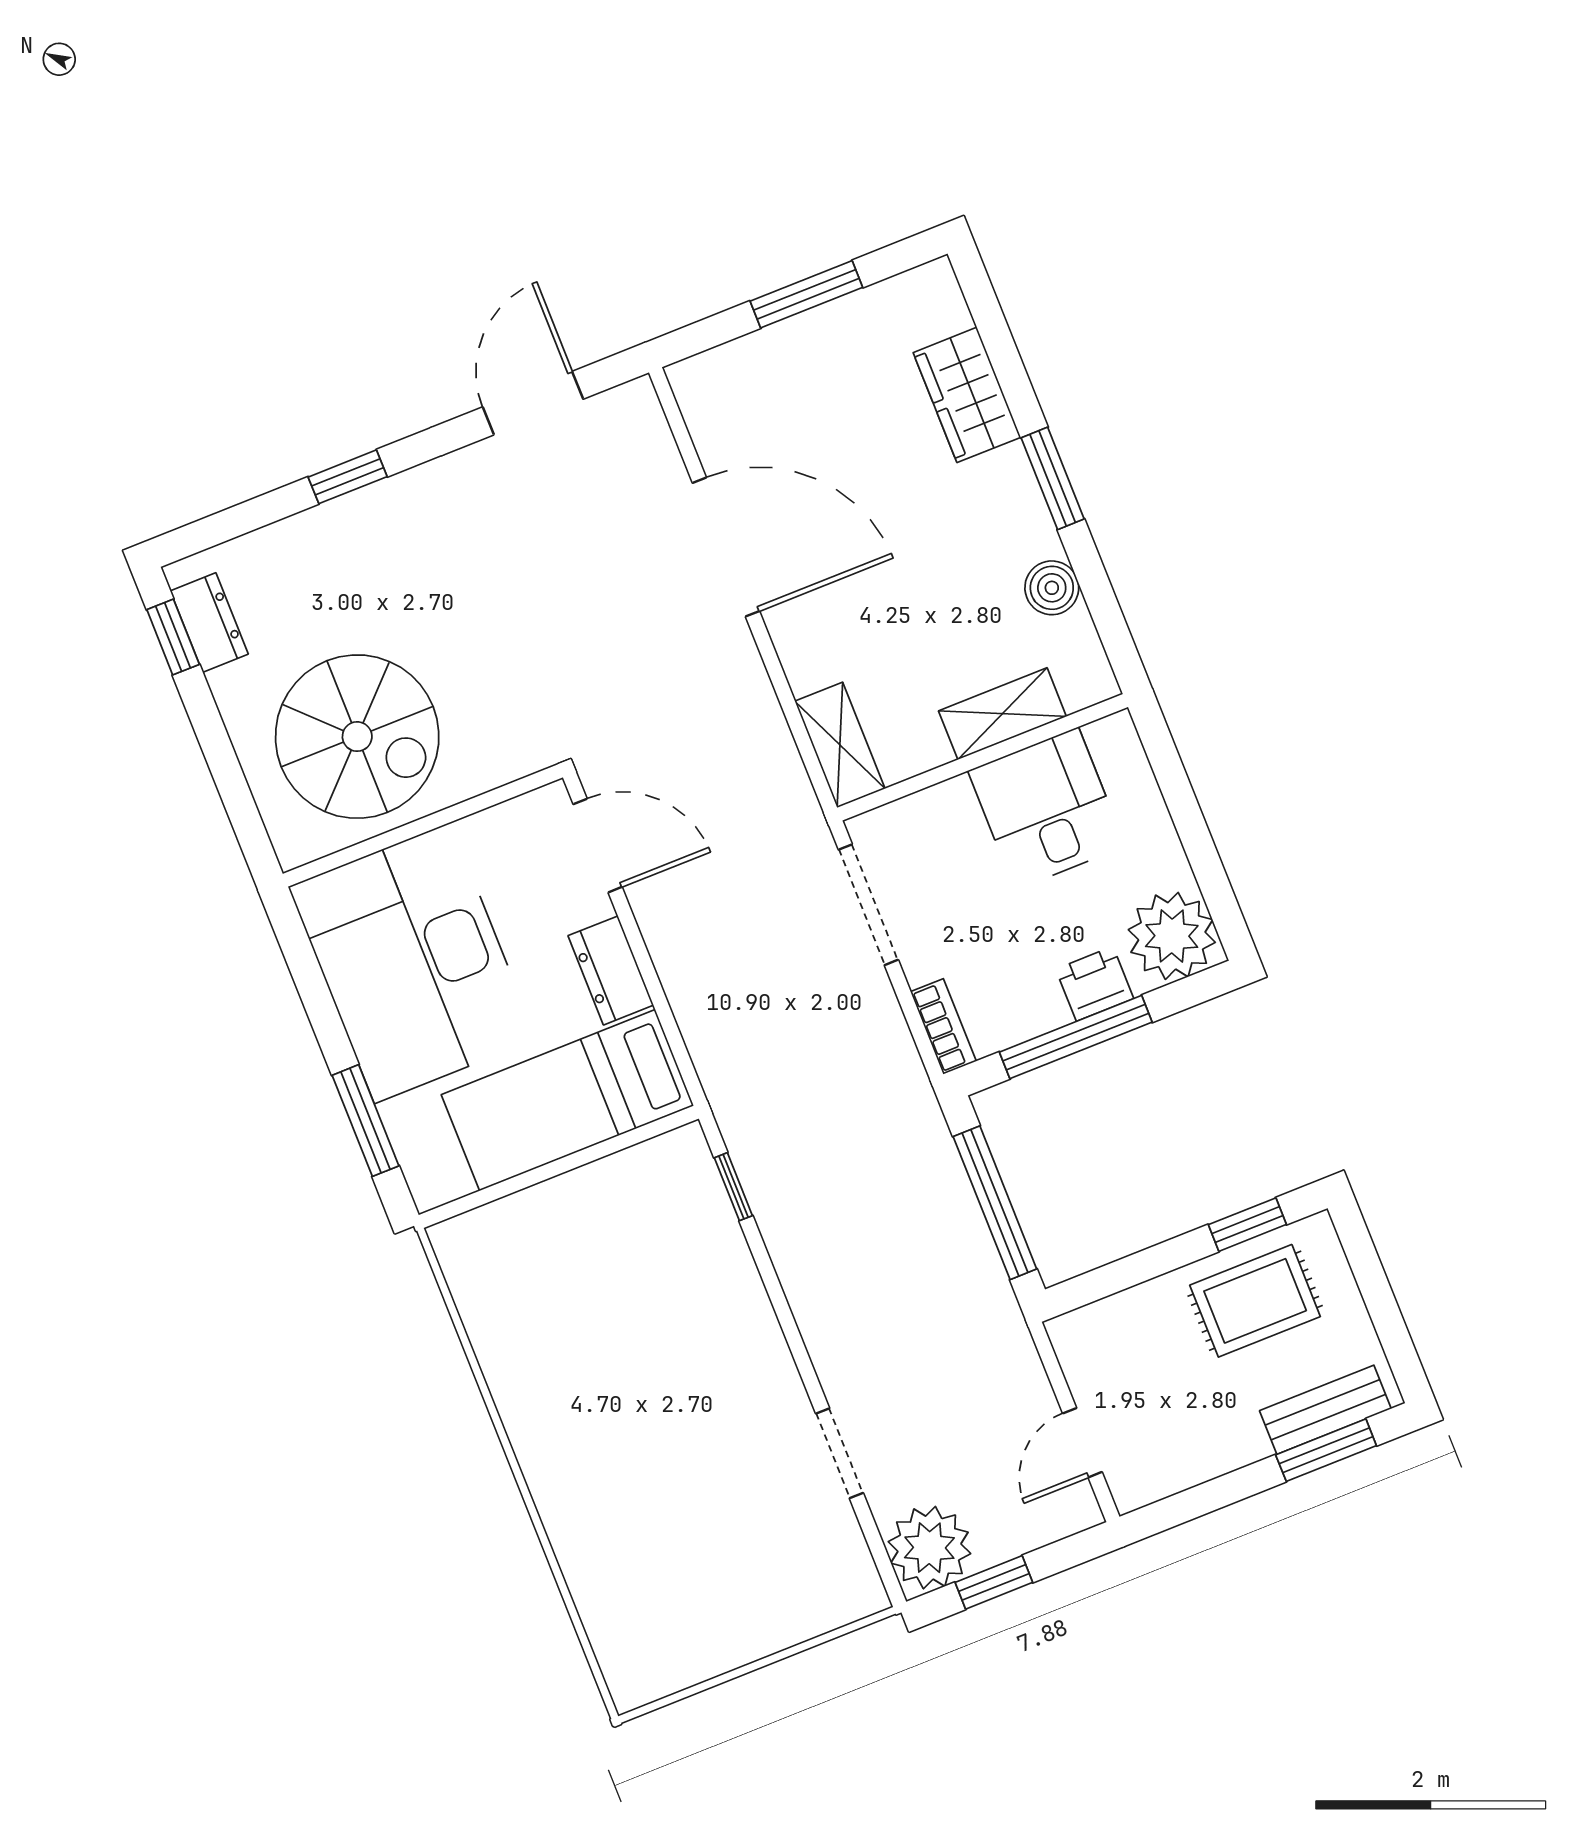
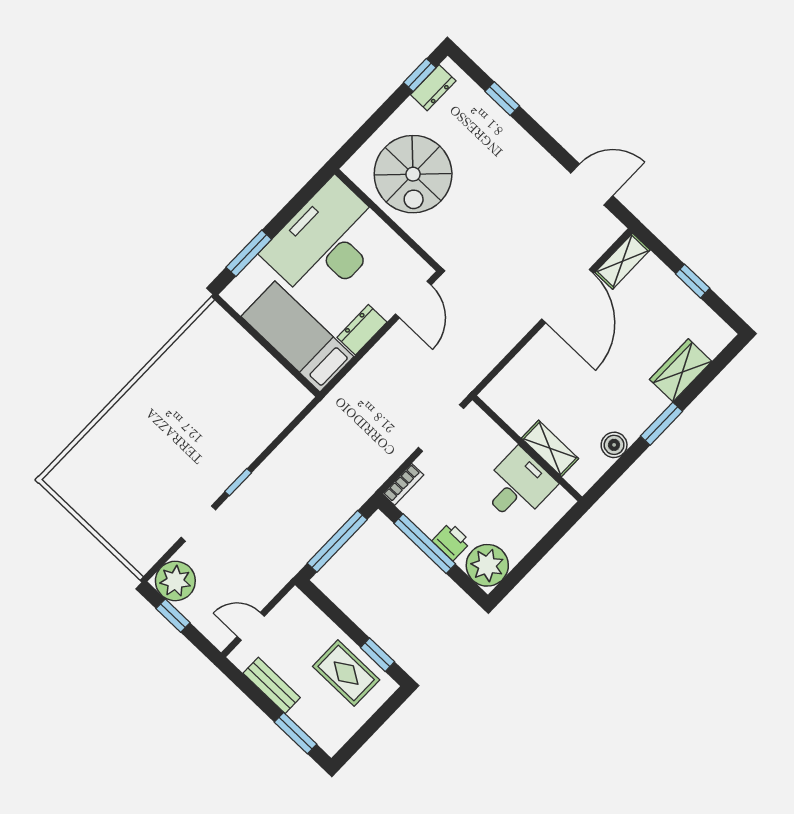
window: (806, 294) -> (693, 281), width x0.67
window: (348, 477) -> (502, 99), moved
shelving: (840, 745) -> (623, 261), moved
window: (733, 1187) -> (238, 482), moved
bench: (1325, 1410) -> (272, 685), moved

